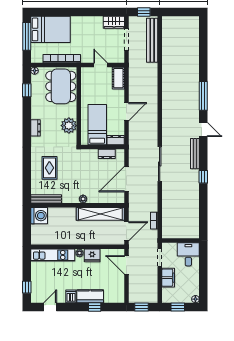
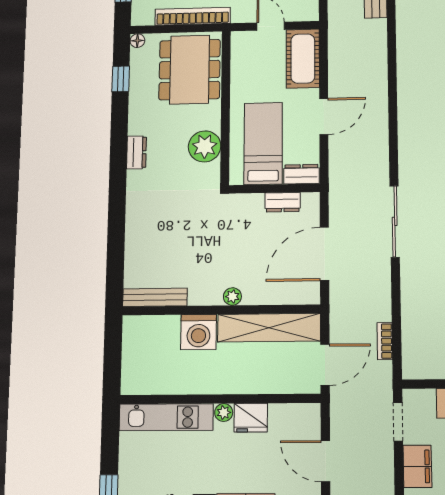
cot: (118, 78) -> (303, 59), width x1.37, depth x1.34
rug: (49, 168) -> (163, 233), removed
washing machine: (39, 216) -> (199, 332), moved, turned 90
door: (126, 265) -> (326, 461), moved

